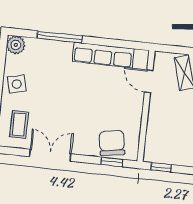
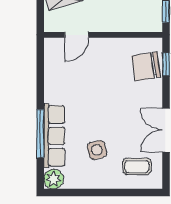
row of seats: (103, 55) -> (54, 136), moved
side table: (17, 84) -> (97, 150), moved

